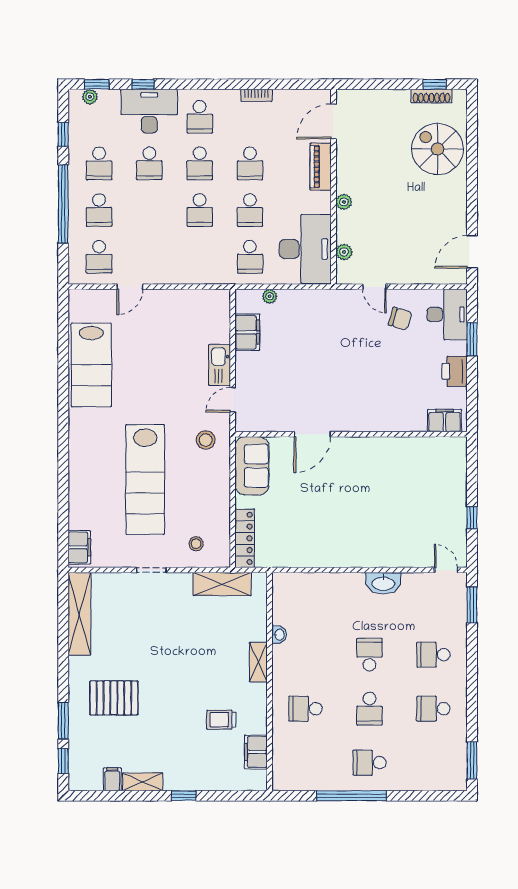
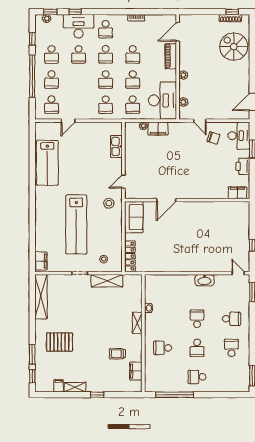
school desk: (200, 257) -> (106, 105), added
filing cabinet: (247, 332) -> (158, 129), moved, turned 90
kitchen sink: (220, 365) -> (116, 146), moved
shelving: (222, 584) -> (107, 281), moved
school desk: (433, 655) -> (231, 319), turned 180
school desk: (433, 709) -> (231, 348), turned 90
window: (351, 796) -> (175, 395), moved

